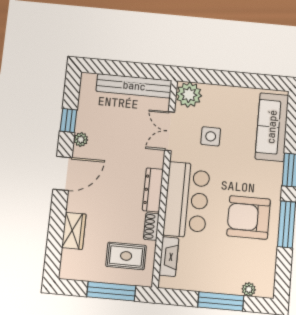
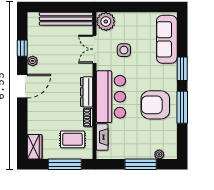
wardrobe: (74, 231) -> (35, 147), moved

